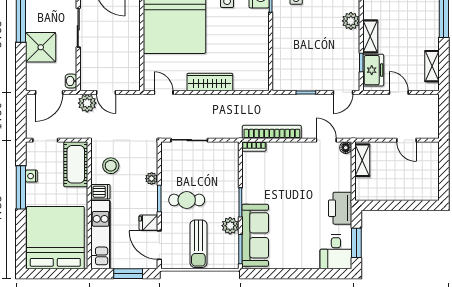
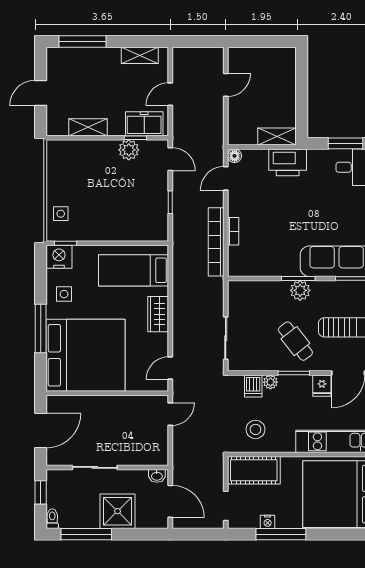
plant: (351, 21) -> (129, 150), moved
shelving: (370, 36) -> (88, 127), moved
bed: (247, 61) -> (133, 270), added
wardrobe: (210, 82) -> (158, 314), width x0.67
door: (106, 92) -> (170, 414), moved
plant: (87, 103) -> (183, 457), removed
bookcase: (254, 146) -> (233, 231), moved
shelving: (362, 160) -> (277, 137), moved
dishwasher: (100, 192) -> (253, 386), moved, turned 180
cafe table: (187, 200) -> (295, 341), turned -38
printer: (340, 208) -> (288, 162), moved
plant: (230, 226) -> (300, 290), moved

